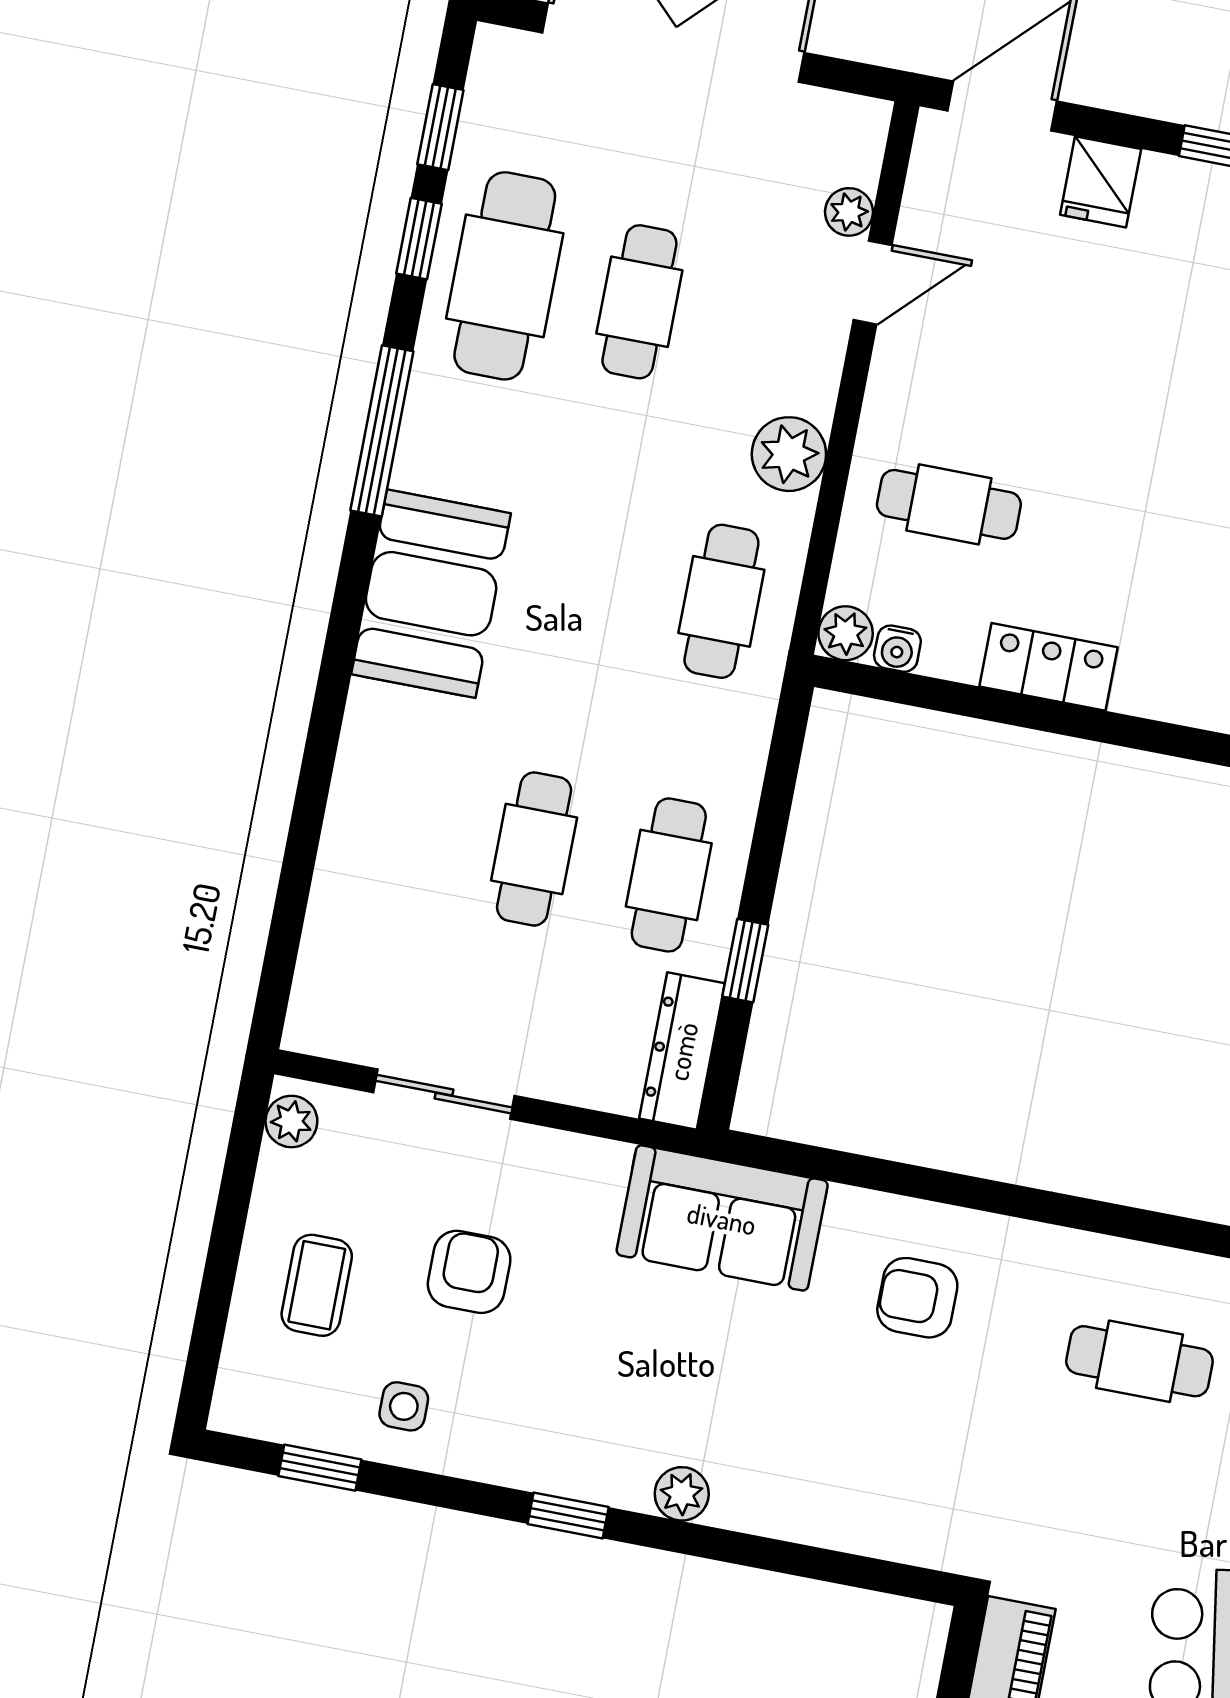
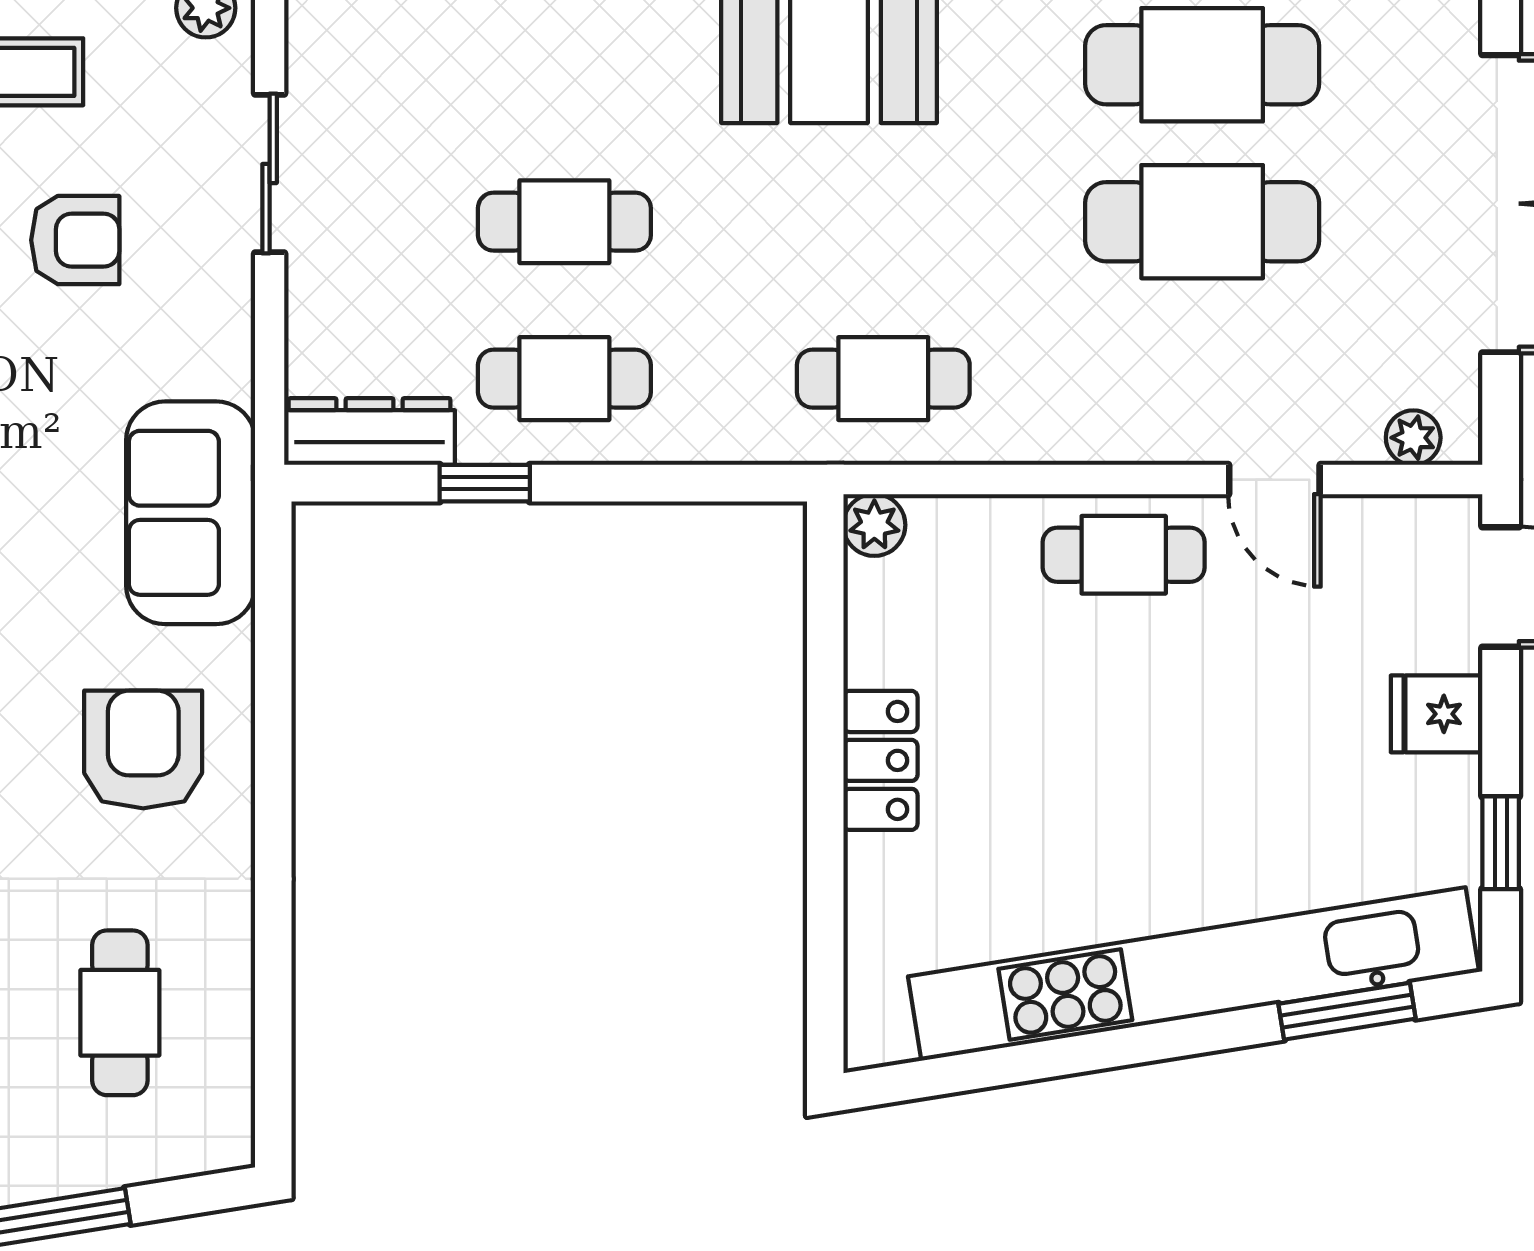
plant: (849, 212) -> (1413, 438), moved
cafe table: (639, 302) -> (1202, 222), width x1.37, depth x1.35
plant: (789, 454) -> (1063, 423), removed
cafe table: (949, 504) -> (1124, 555), moved, turned 90
water cooler: (897, 649) -> (868, 587), removed
armchair: (917, 1298) -> (143, 749), width x1.38, depth x1.38

